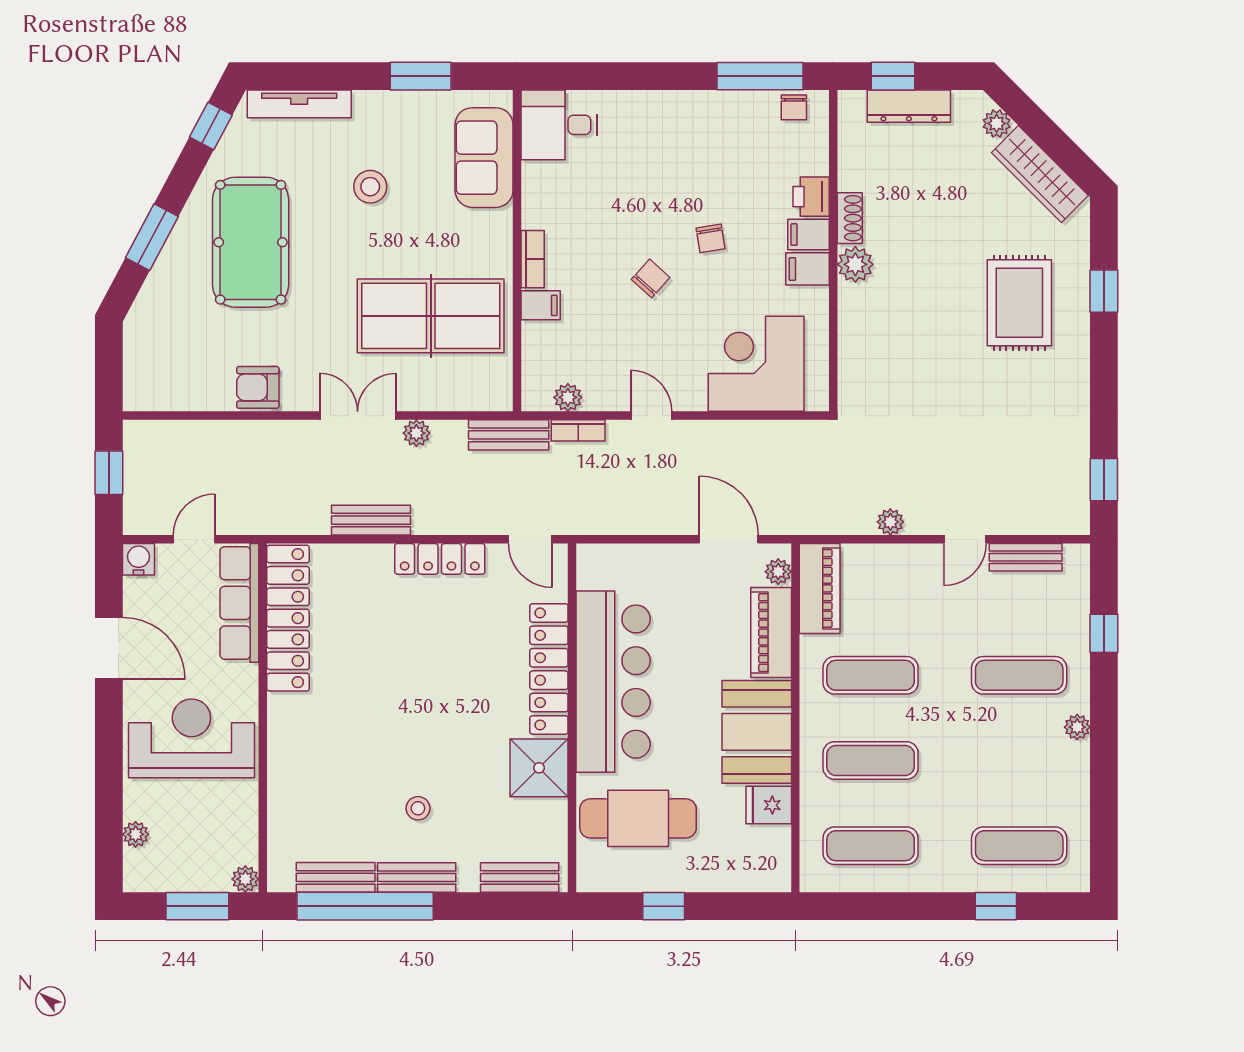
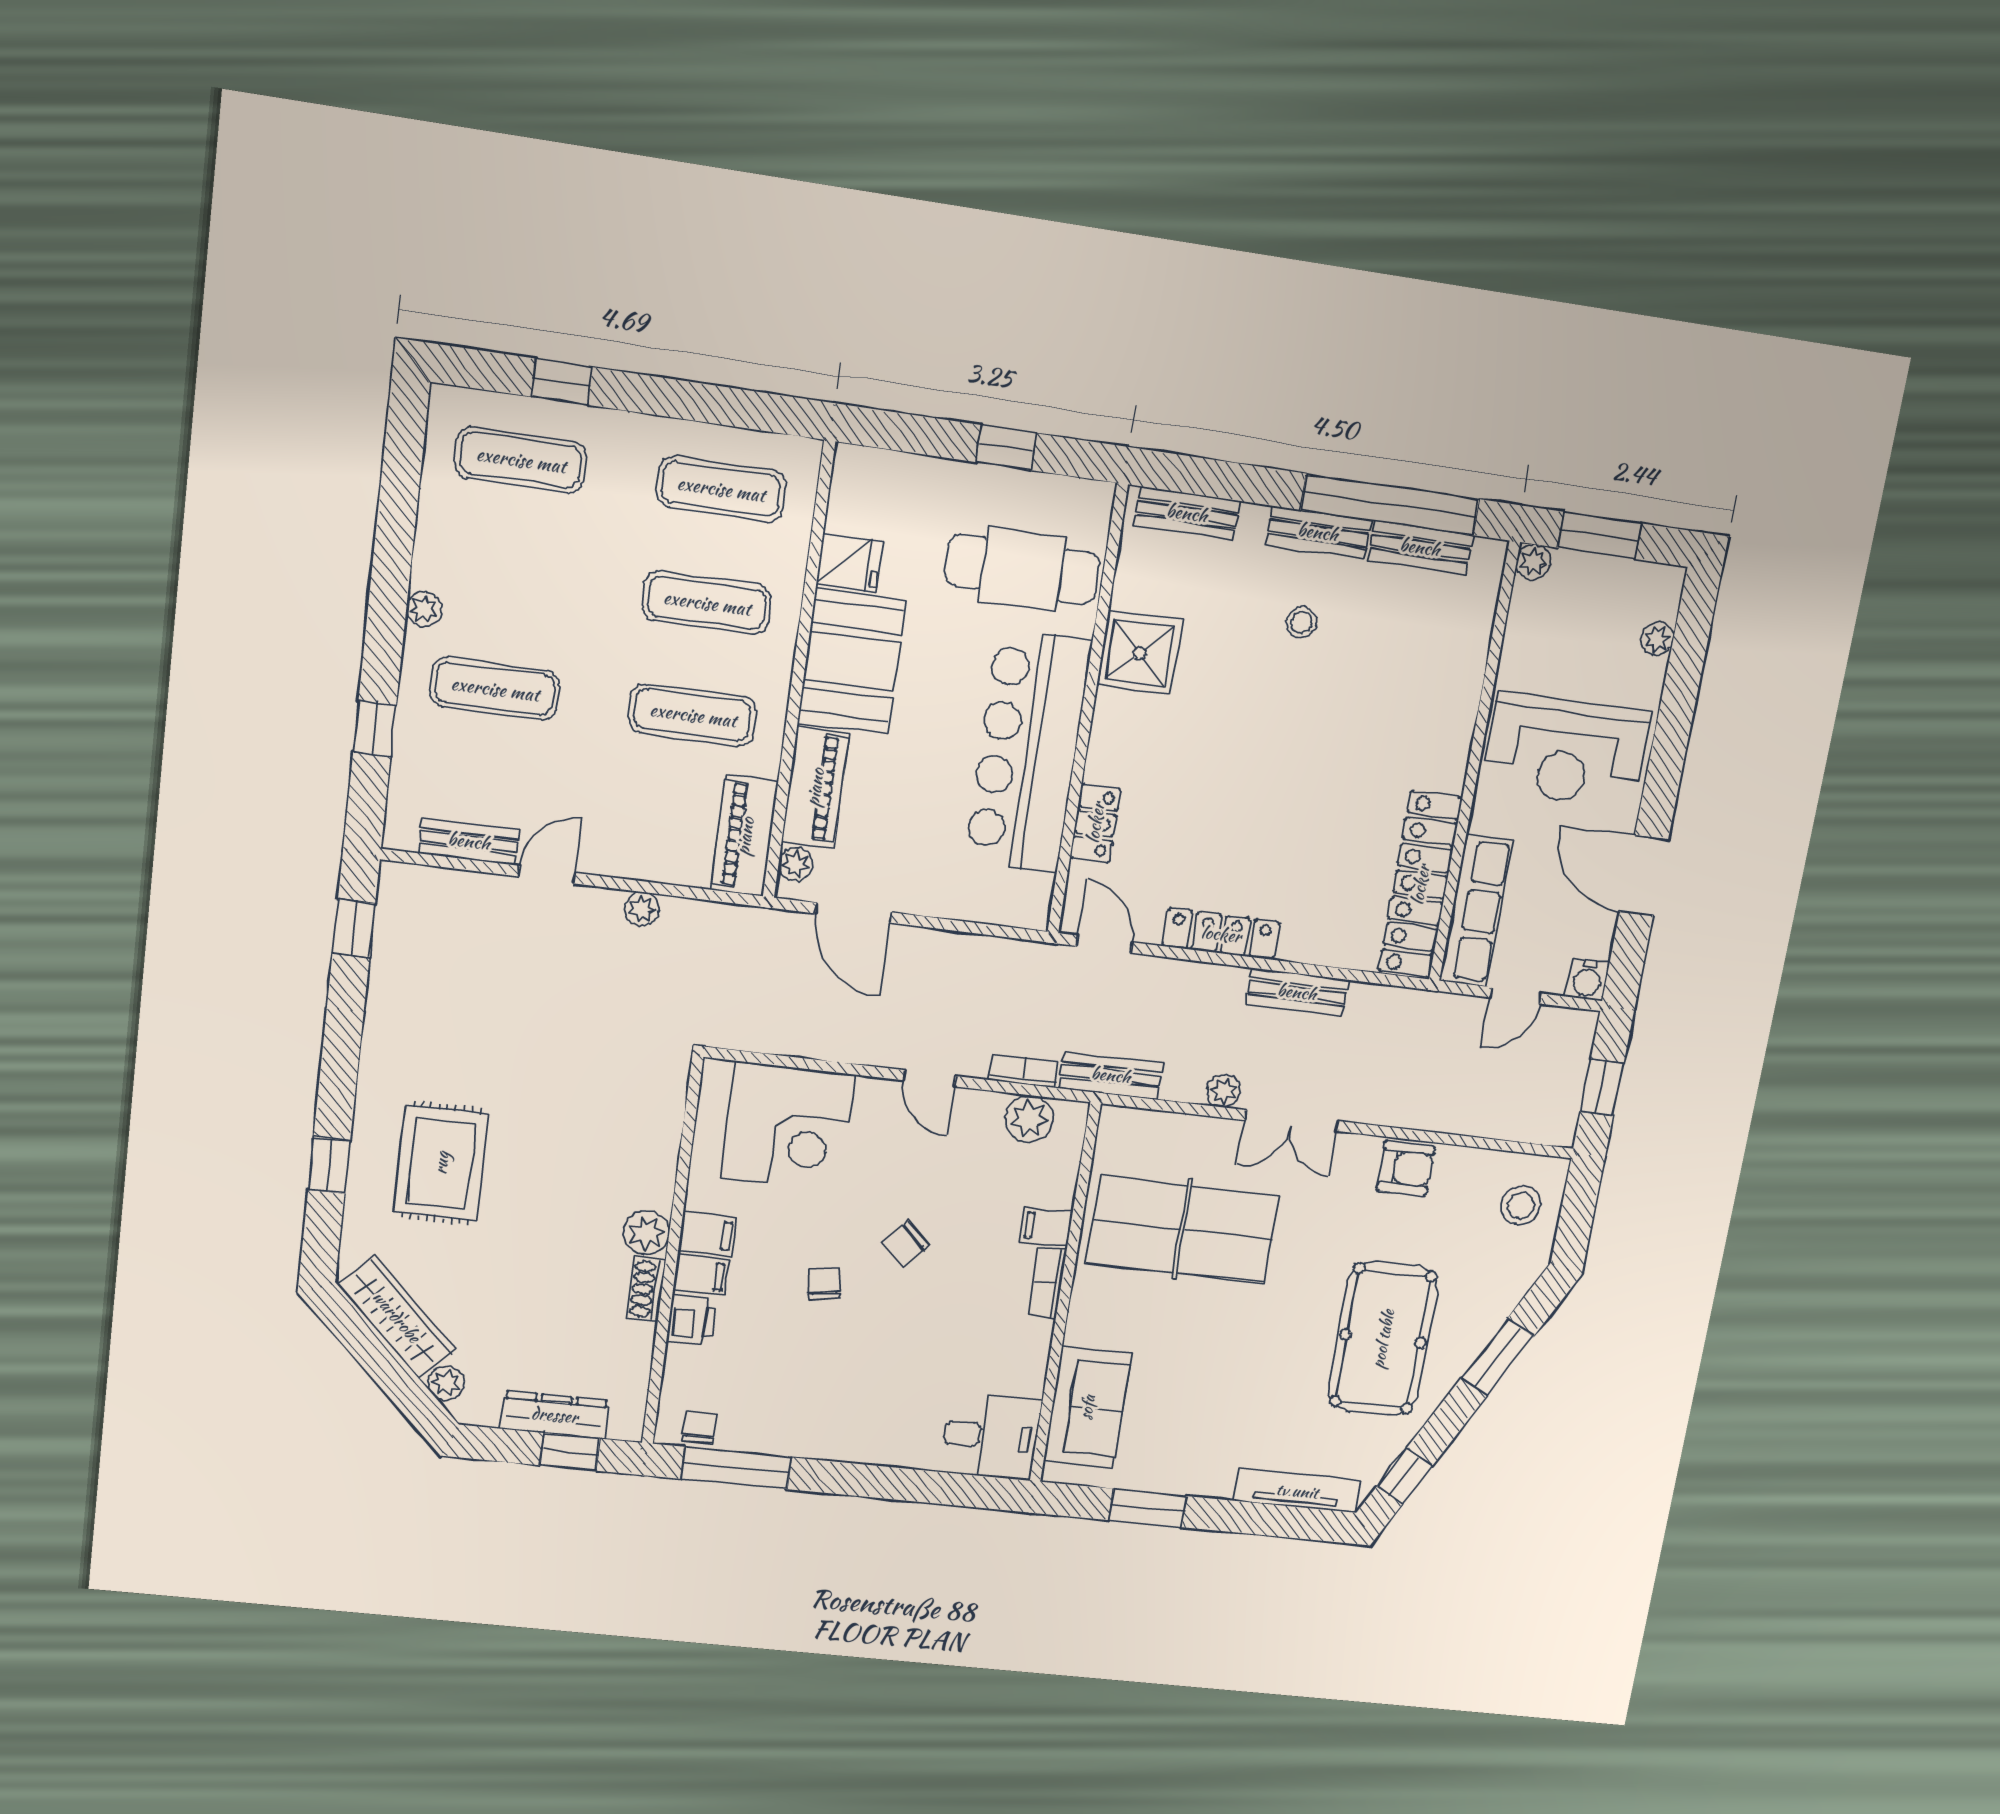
stool: (370, 187) -> (1521, 1205), moved
plant: (568, 397) -> (1029, 1119), width x1.38, depth x1.38
locker: (549, 669) -> (1095, 823), width x0.46, depth x0.83

